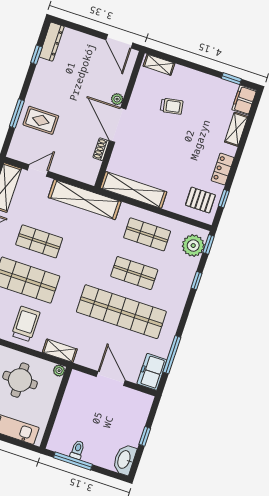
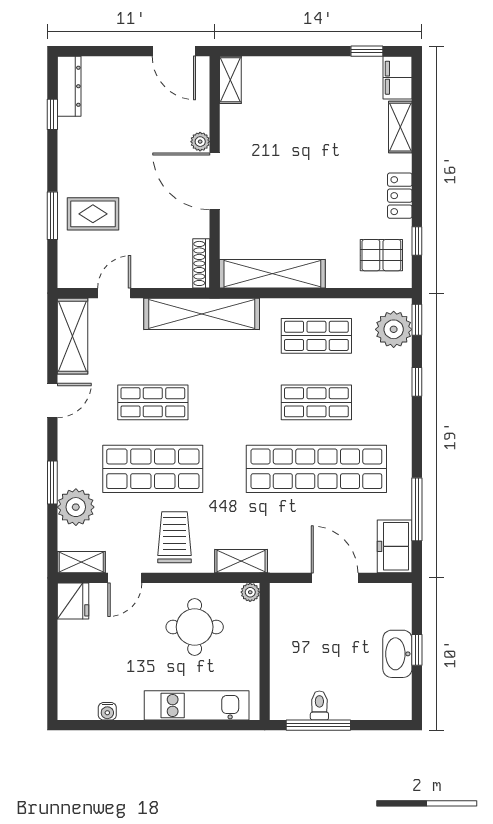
shelving: (159, 65) -> (230, 80), moved, turned 90
trolley: (172, 106) -> (288, 125), removed
shoe rack: (101, 149) -> (201, 263), moved, width x1.43
washbasin: (124, 460) -> (397, 654), moved

